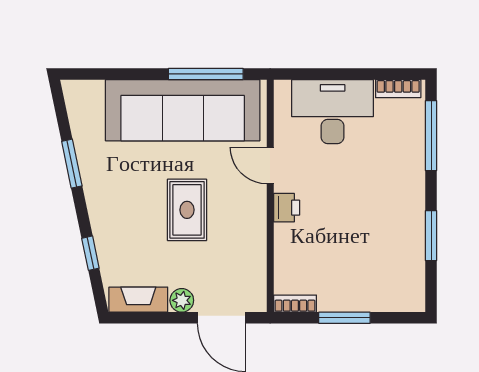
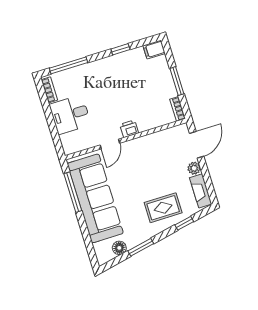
desk: (333, 112) -> (70, 115), width x0.73
floor lamp: (82, 126) -> (119, 248), added
rug: (187, 210) -> (163, 208), moved
window: (431, 236) -> (120, 49), width x0.67
filing cabinet: (412, 295) -> (154, 50), added

